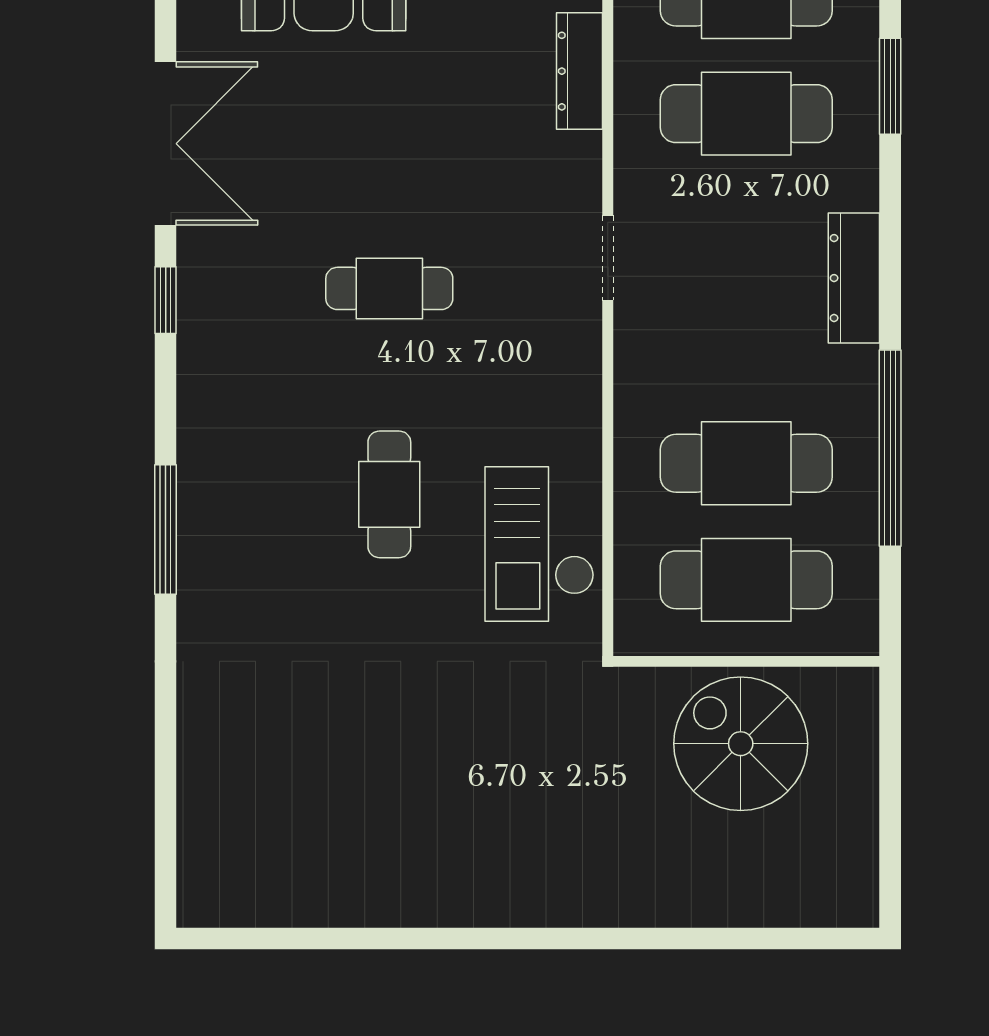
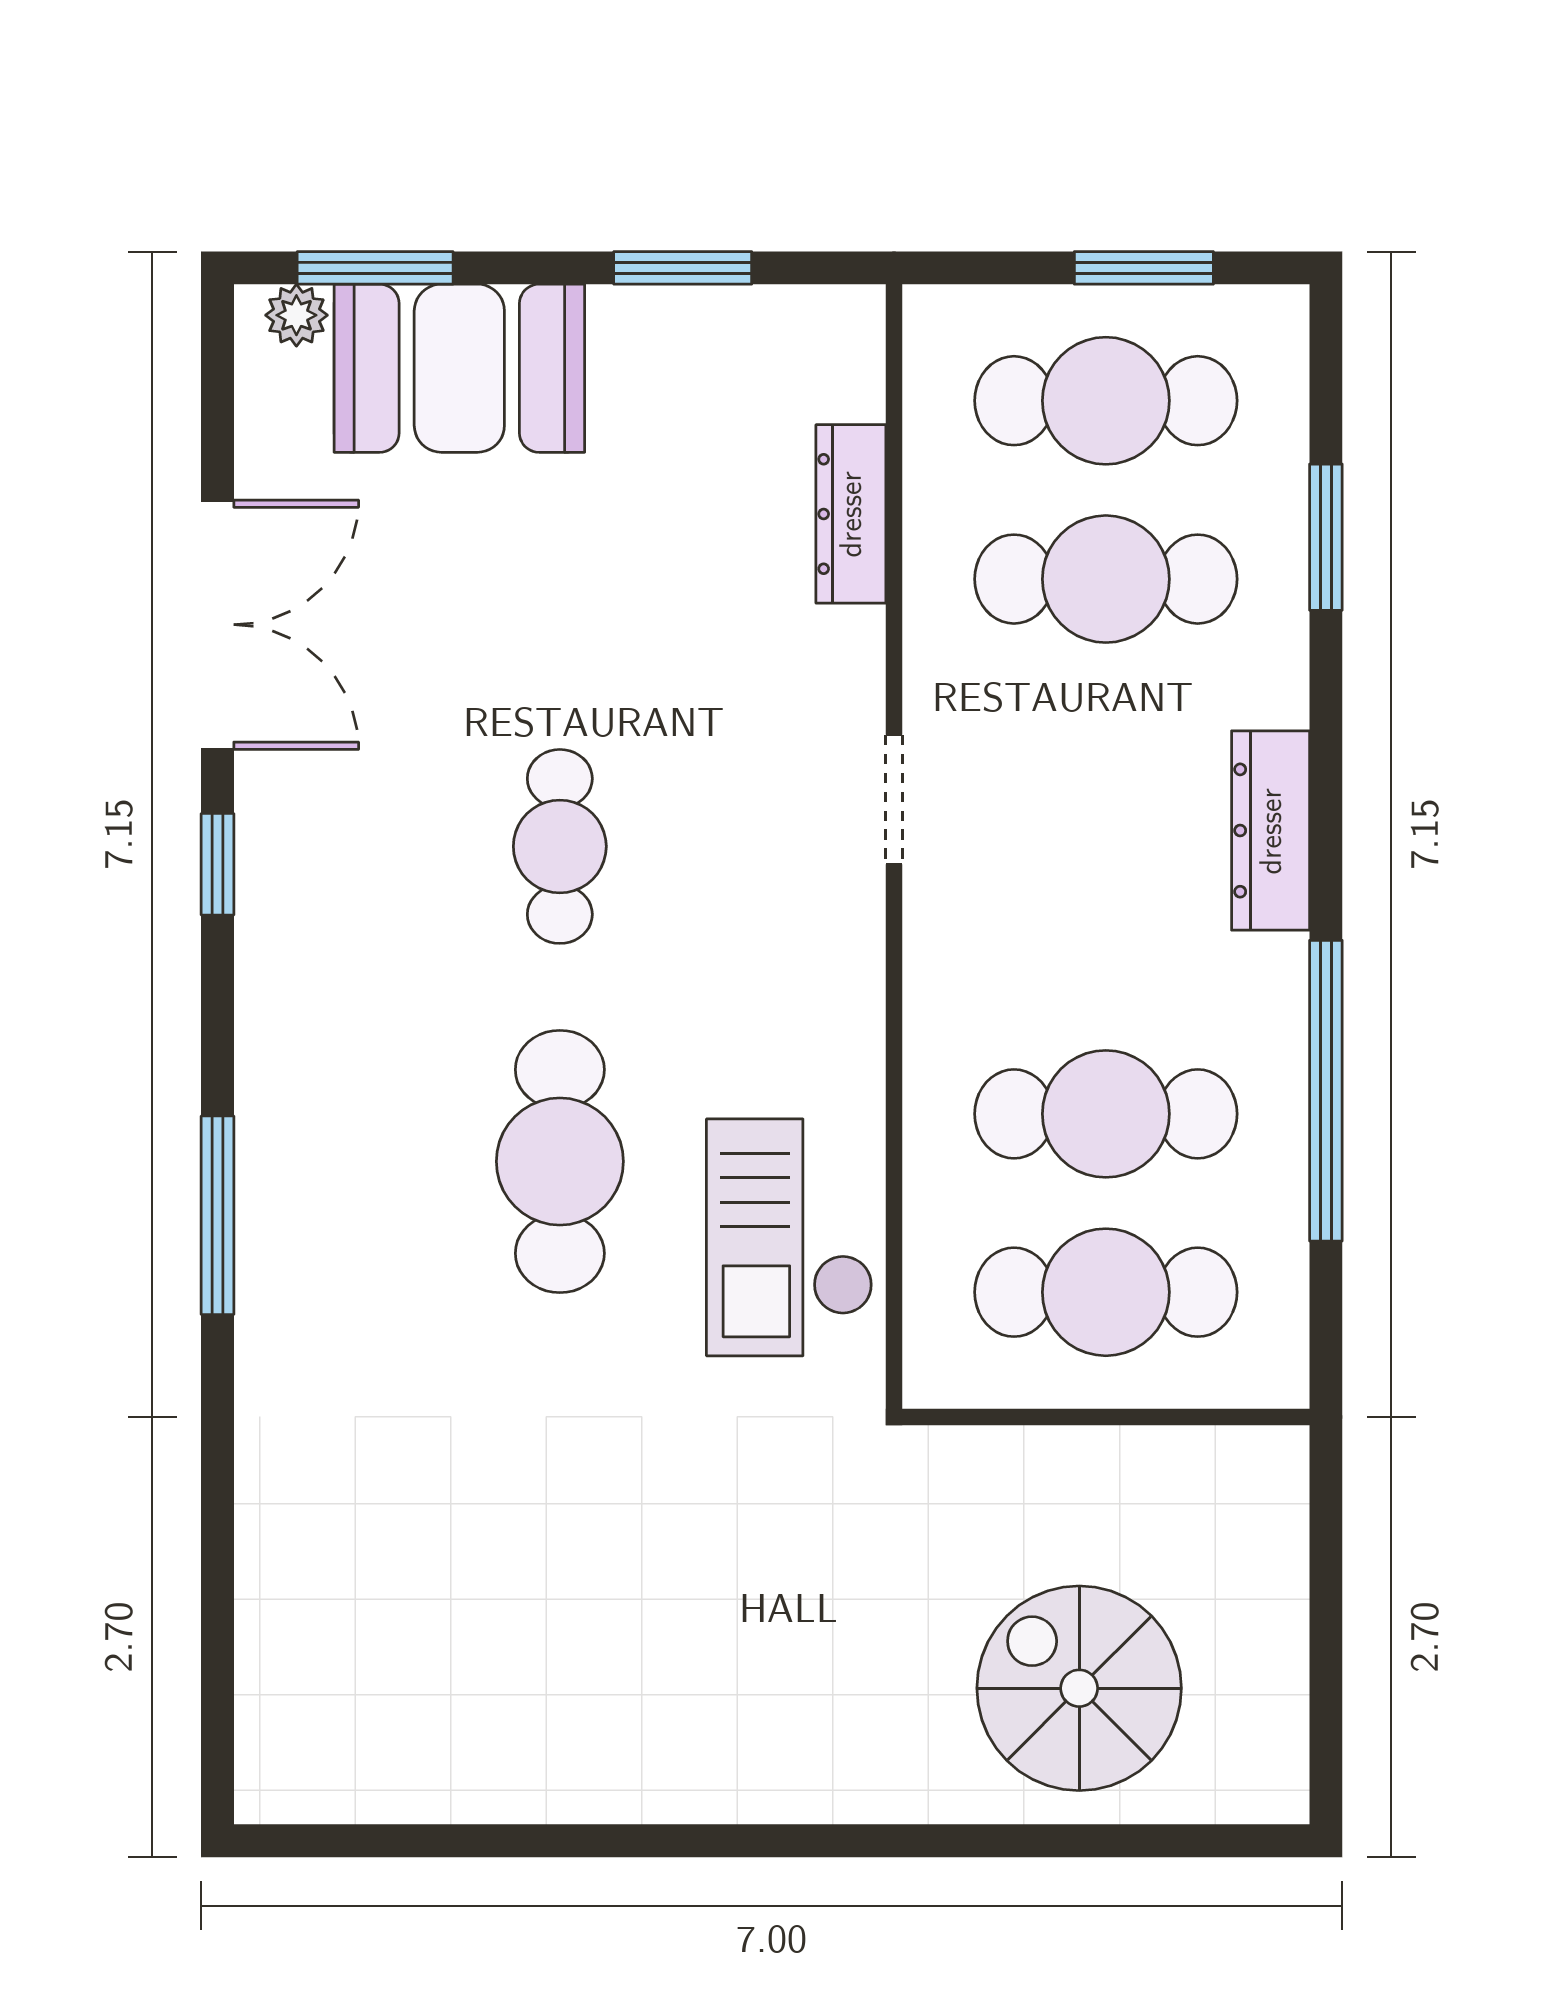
cafe table: (389, 288) -> (560, 846), turned 90
cafe table: (389, 494) -> (560, 1161), width x1.37, depth x1.35
spiral stairs: (741, 744) -> (1079, 1688), moved

